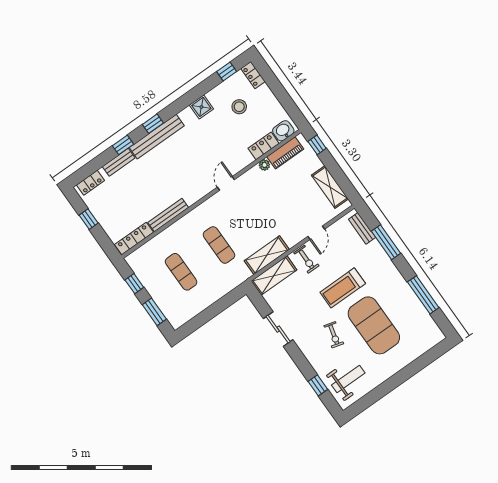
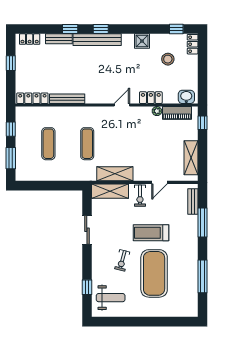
locker: (264, 146) -> (151, 98), moved

